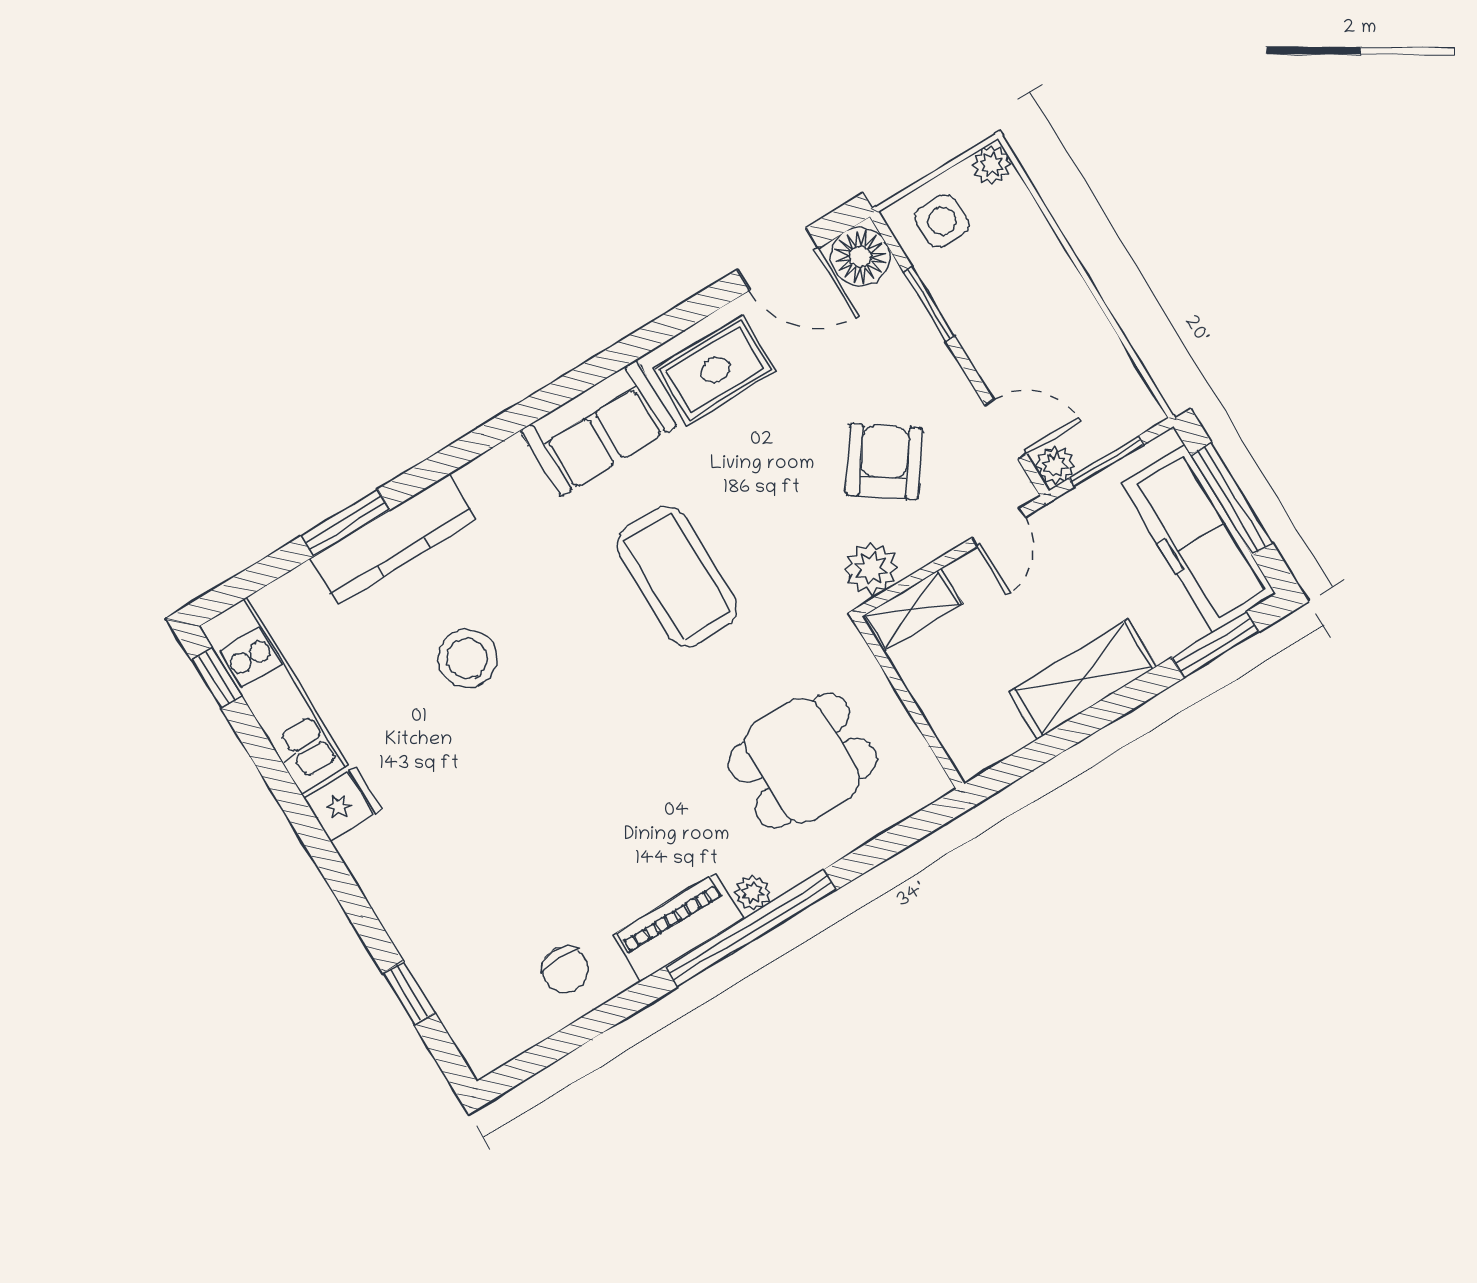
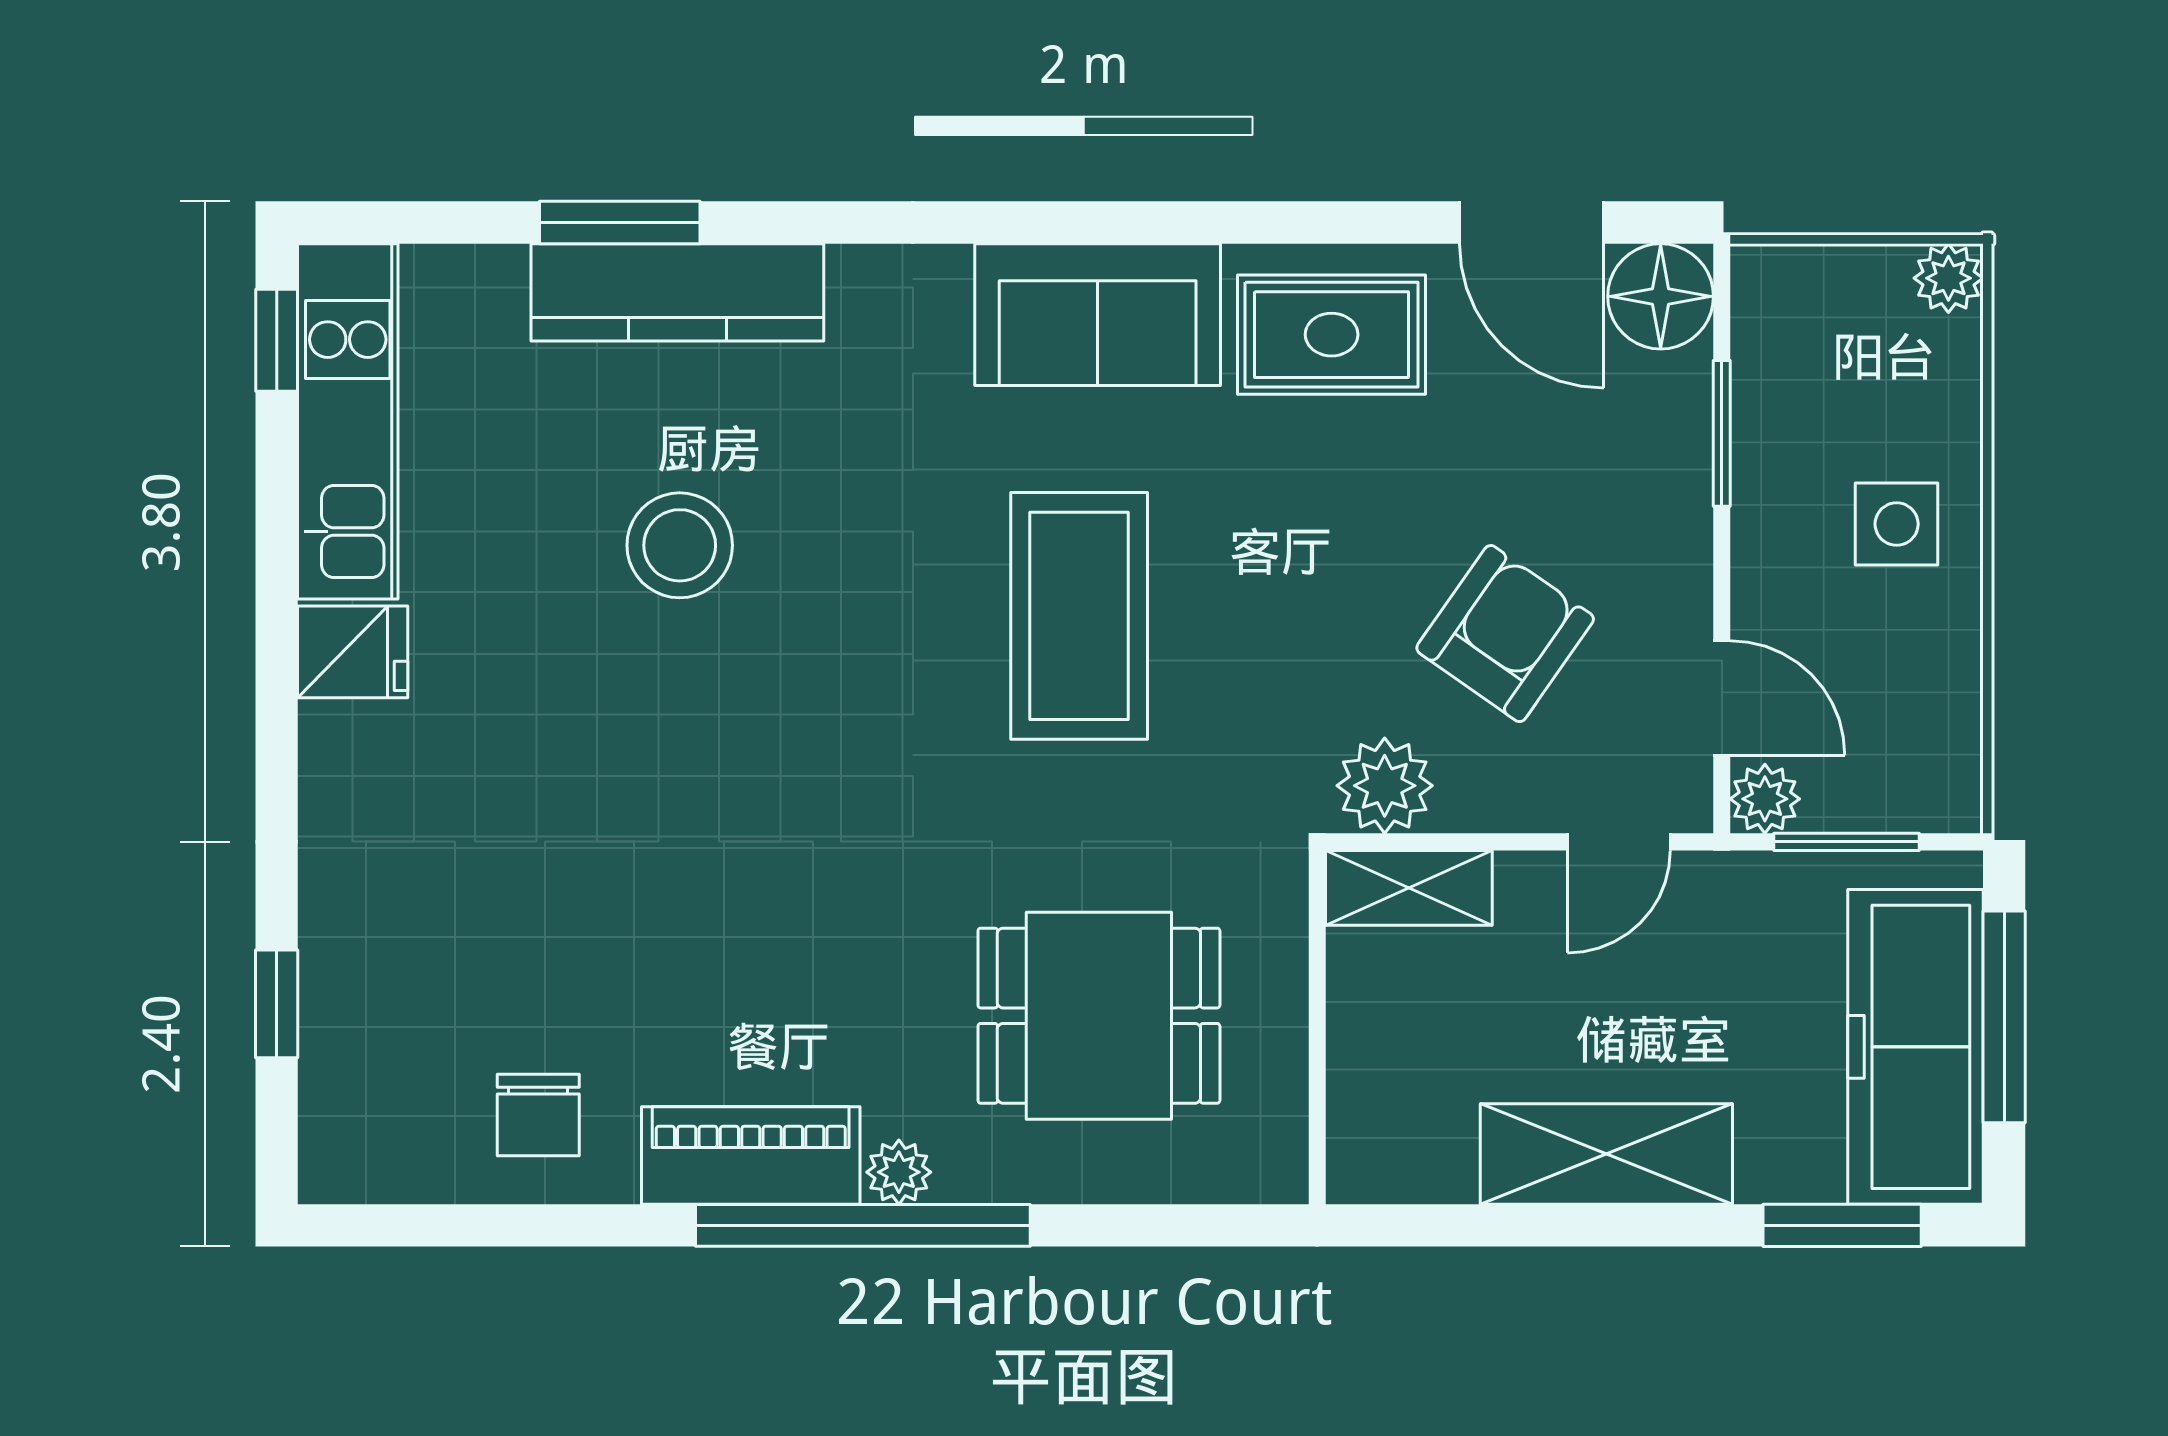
side table: (942, 221) -> (1897, 524), moved

